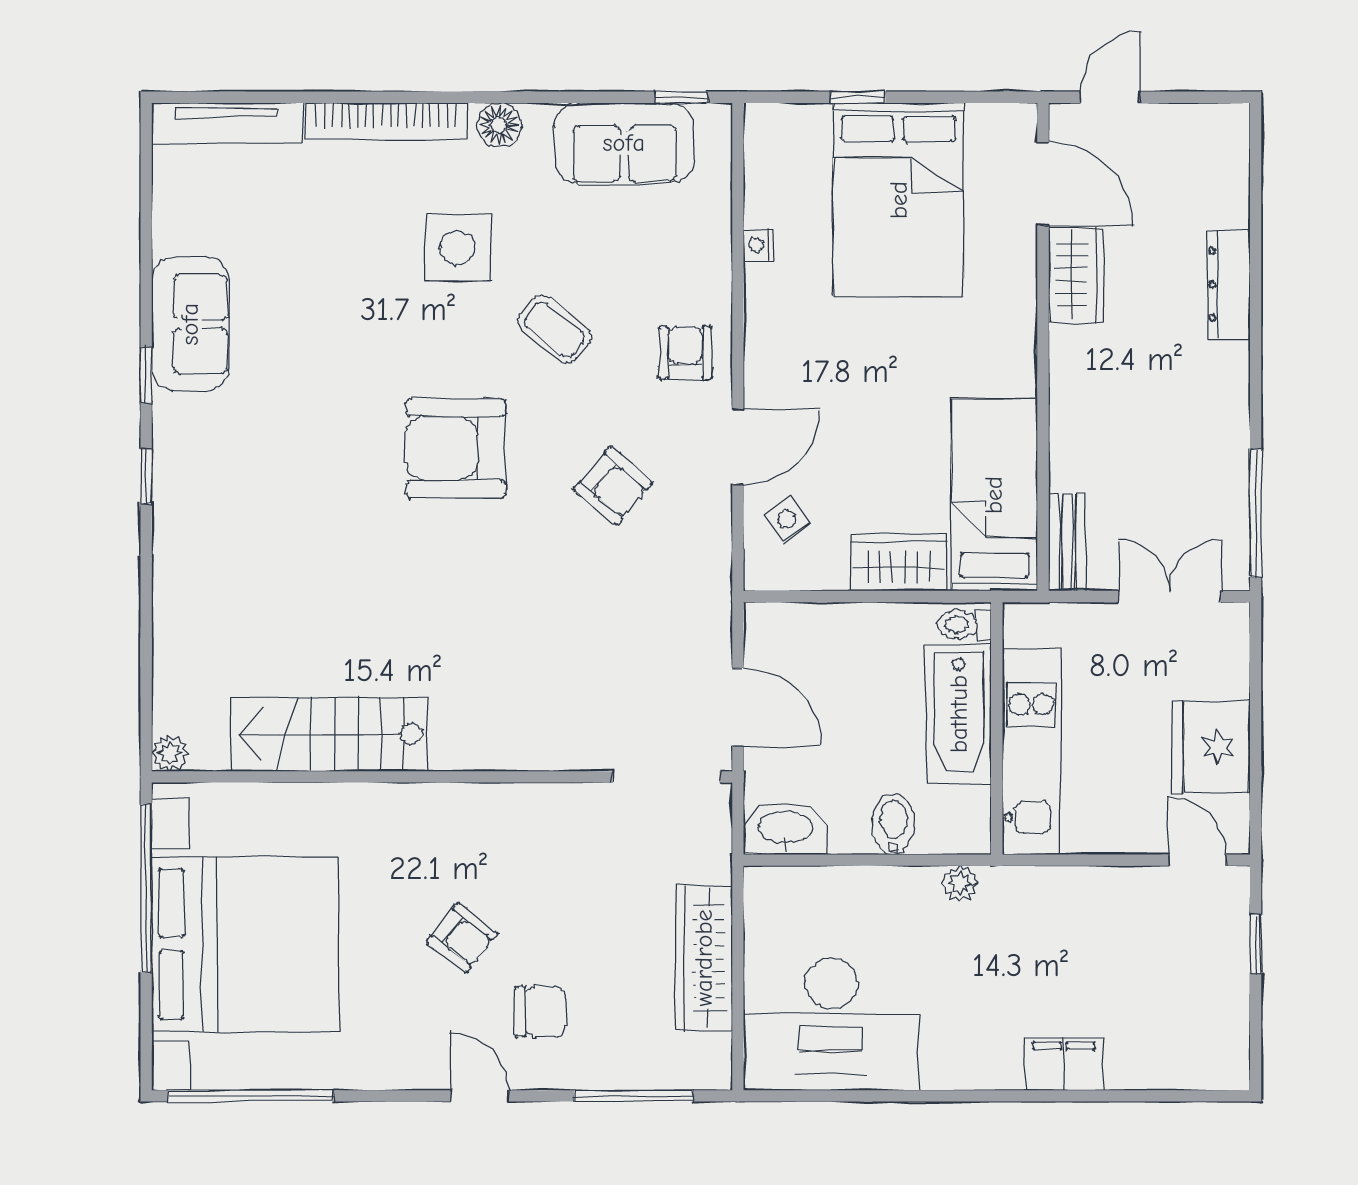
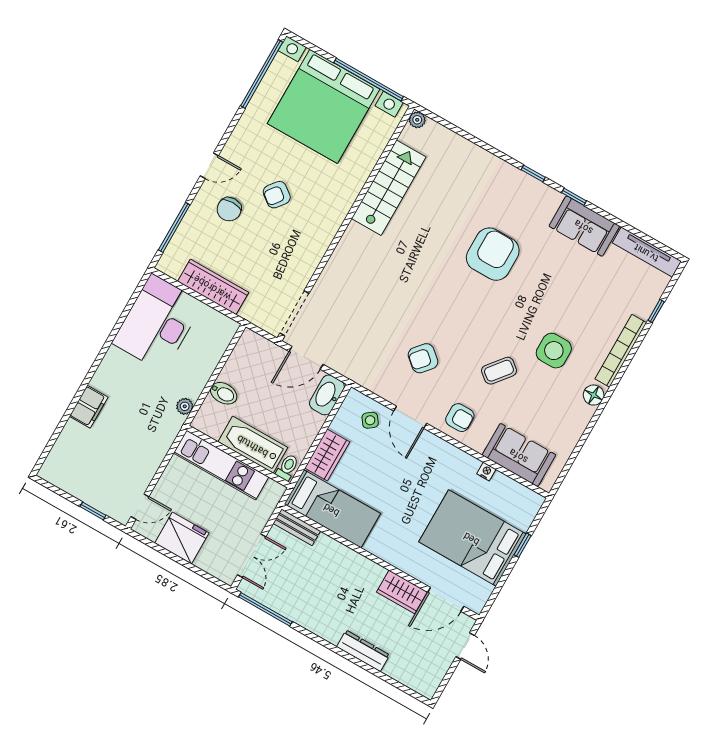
window: (681, 97) -> (656, 311), moved
tv unit: (227, 123) -> (647, 252), moved, turned -90
sofa: (624, 143) -> (519, 455), moved, turned 90
armchair: (456, 448) -> (493, 254), moved
washbasin: (785, 829) -> (327, 395), moved, turned 180

